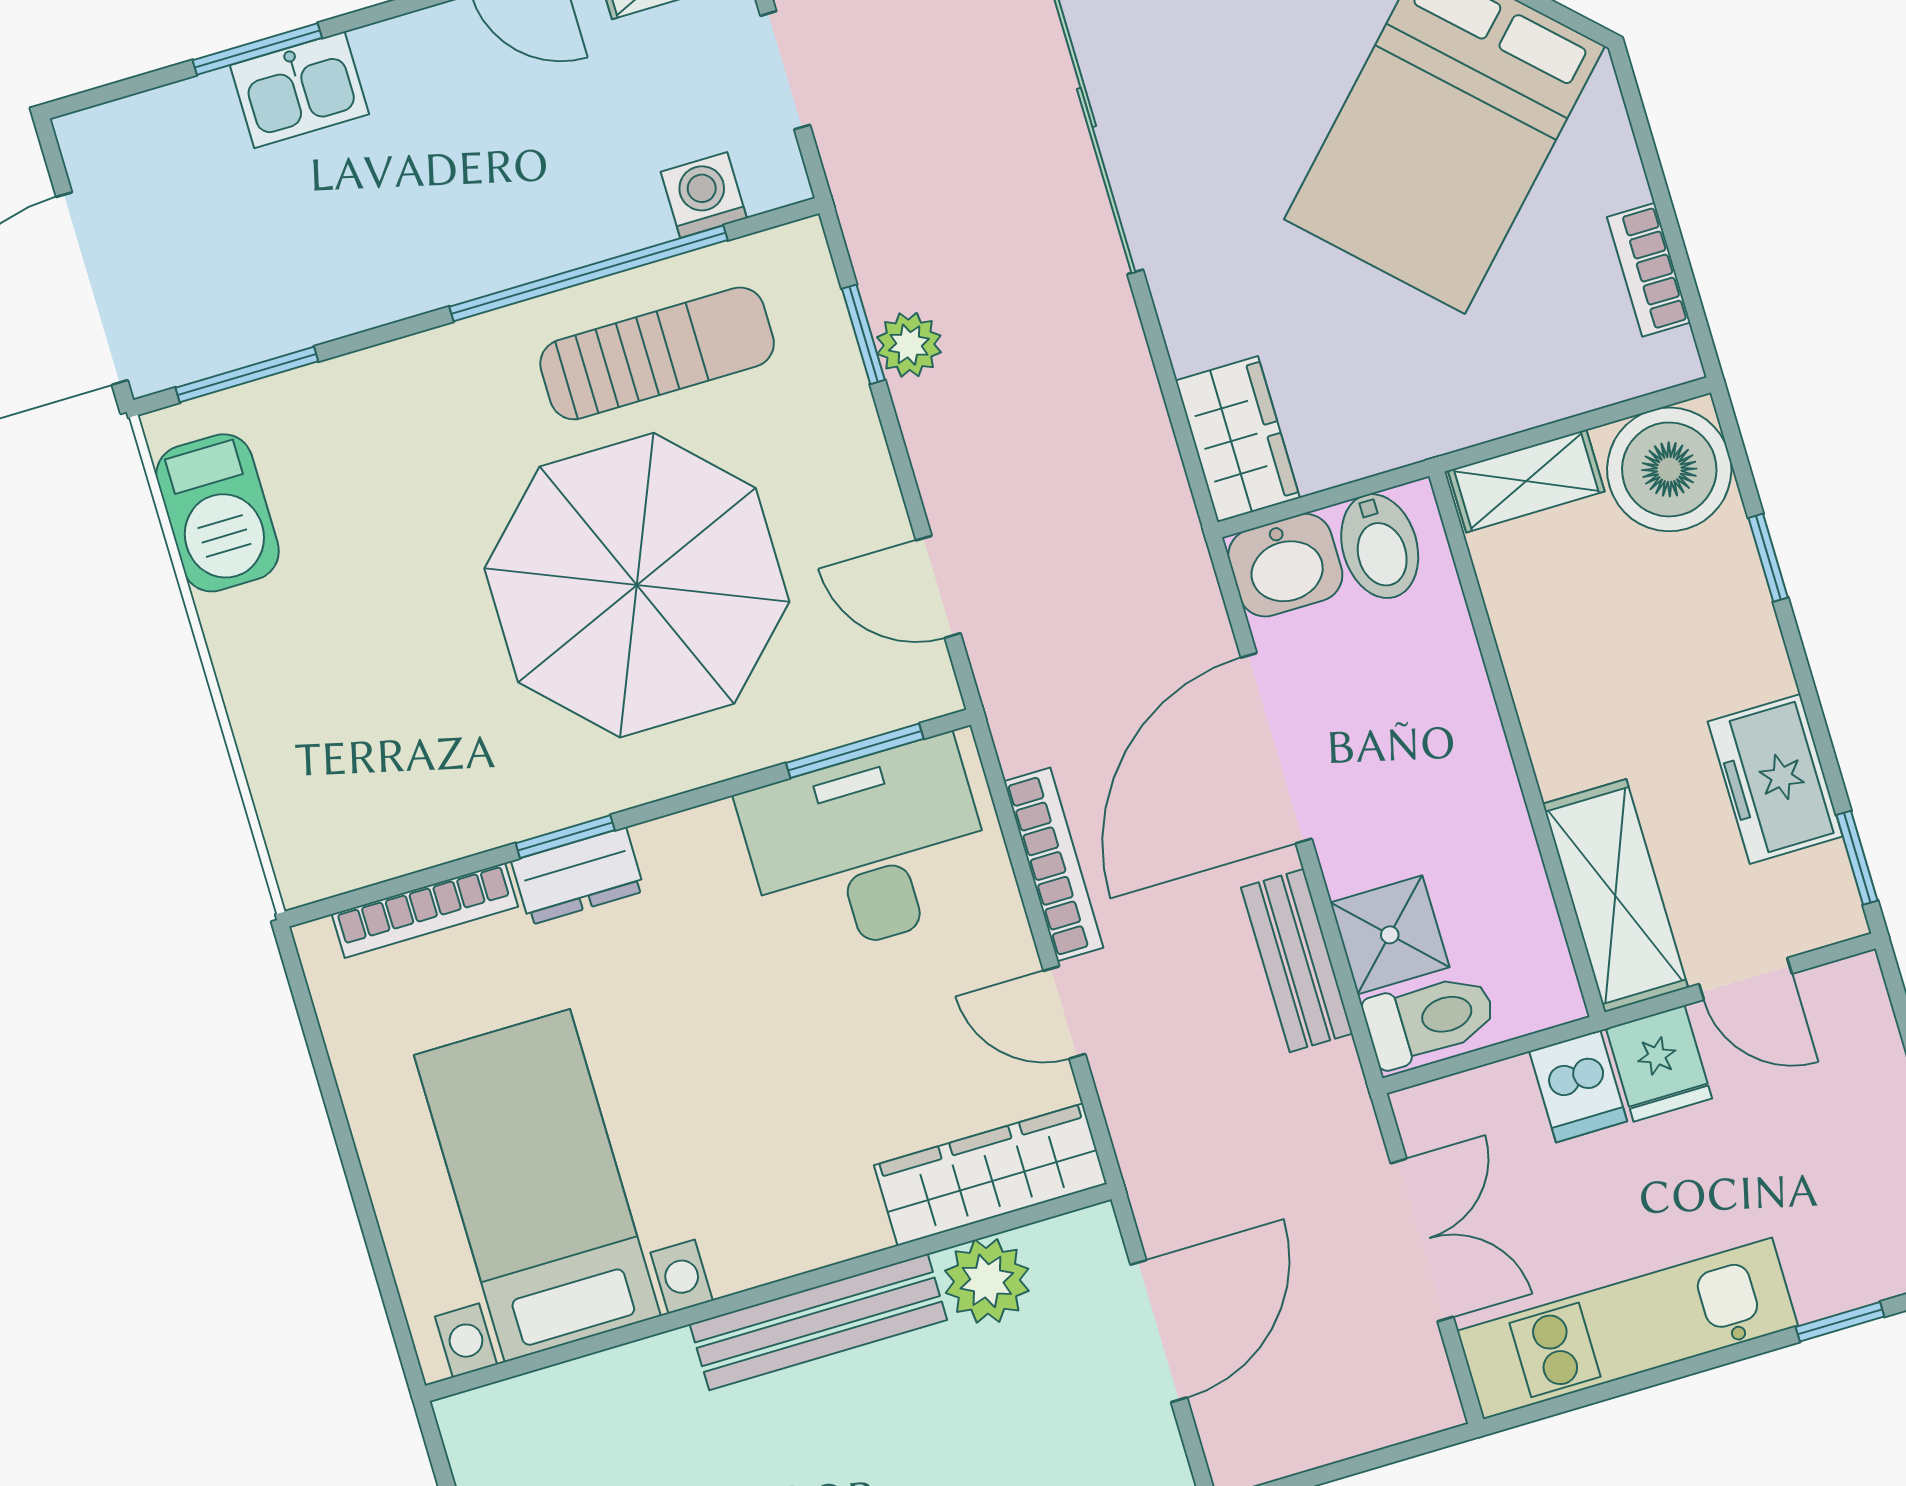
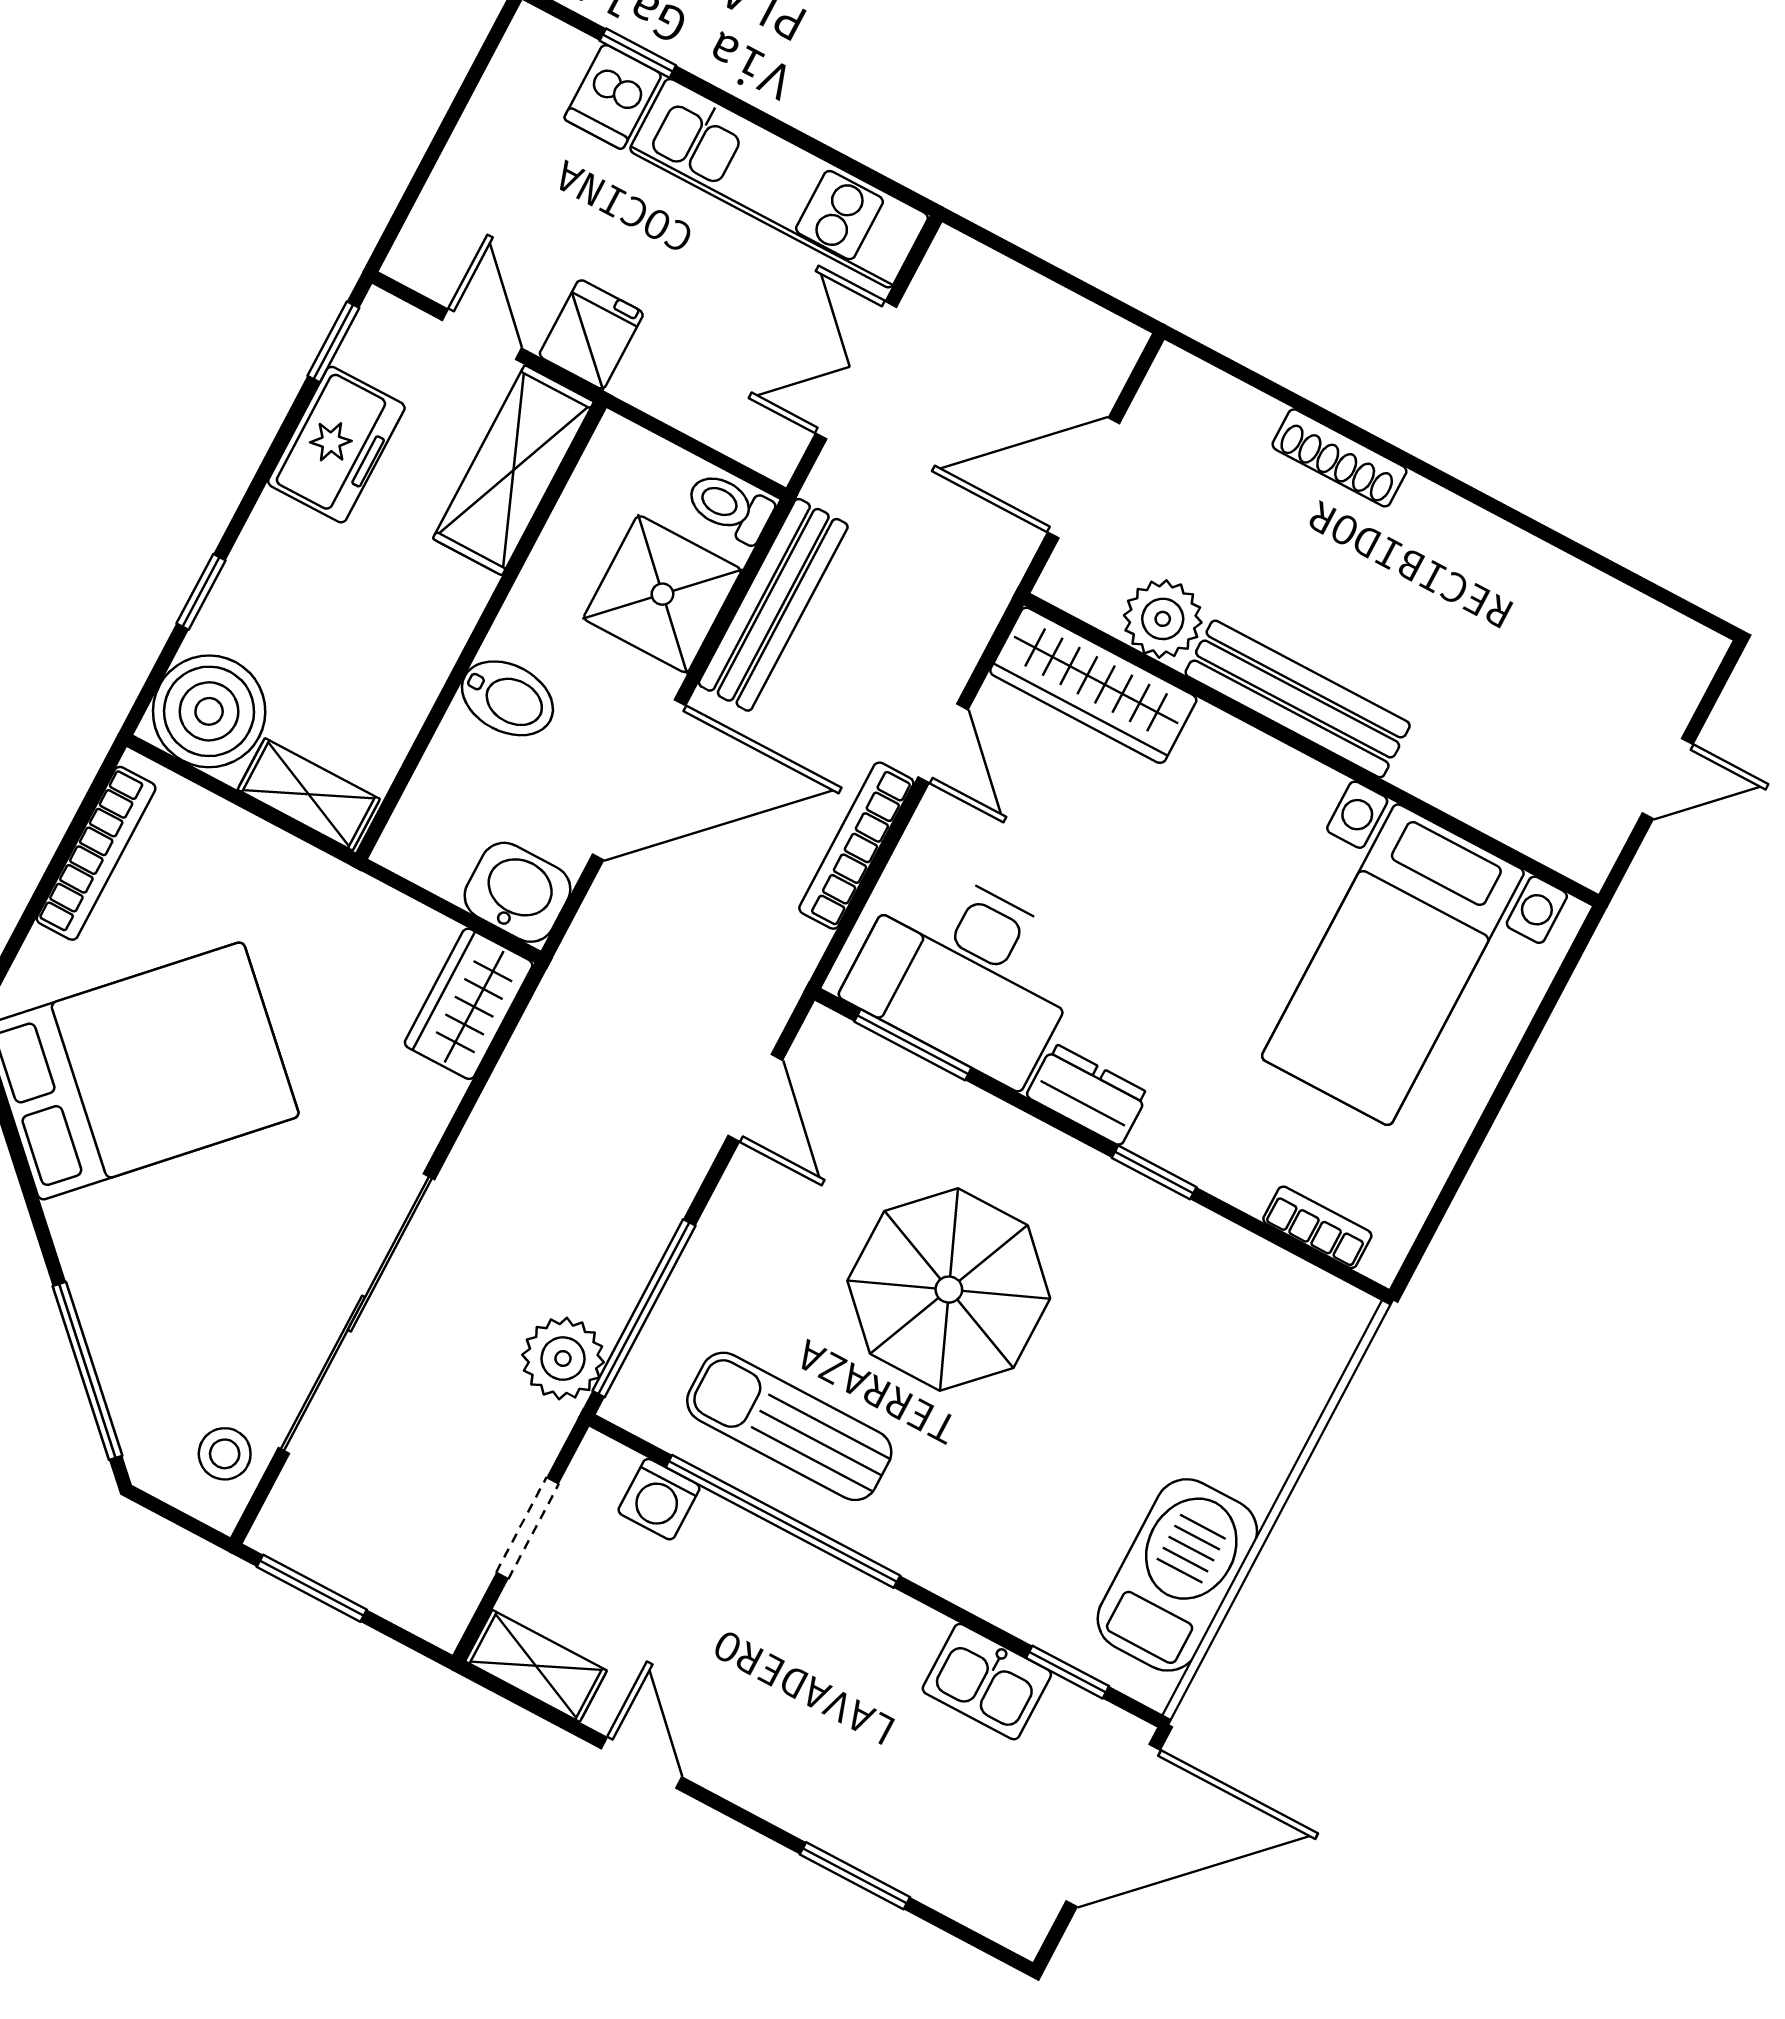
kitchen sink: (299, 90) -> (987, 1682), moved, turned 180
bookcase: (1649, 270) -> (96, 853), width x1.56
window: (863, 334) -> (644, 1308), width x2.17
plant: (909, 345) -> (563, 1359), moved, width x1.38, depth x1.38
window: (247, 375) -> (1068, 1672), width x0.67
barbecue: (218, 513) -> (1177, 1575), width x1.37, depth x1.21
bidet: (1380, 546) -> (507, 698), moved, turned 90
parasol: (637, 585) -> (949, 1290), width x0.73, depth x0.73
dresser: (578, 876) -> (1087, 1095), moved
bookcase: (425, 910) -> (1317, 1227), width x0.64
shower: (1390, 935) -> (662, 594), width x1.36, depth x1.36
bench: (1297, 960) -> (773, 605), width x1.36
toilet: (1430, 1019) -> (730, 507), width x0.73, depth x0.72
dishwasher: (1578, 1086) -> (613, 97), moved, turned 180

